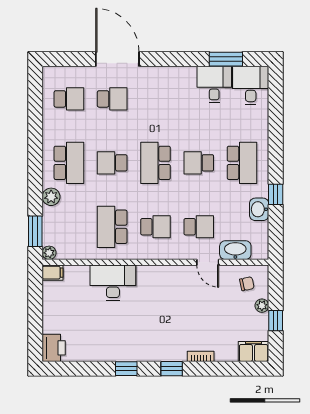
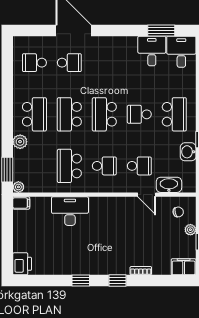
school desk: (69, 99) -> (34, 63), turned 180
school desk: (112, 163) -> (69, 114), width x1.85

